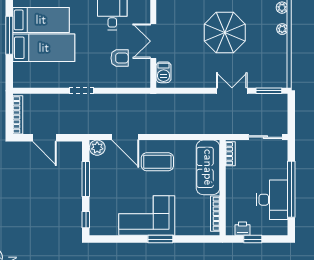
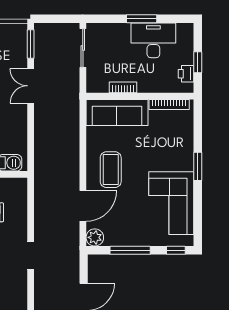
bookcase: (230, 154) -> (123, 87), moved
window: (291, 189) -> (142, 19), width x0.47
corner sofa: (147, 216) -> (171, 203), moved

